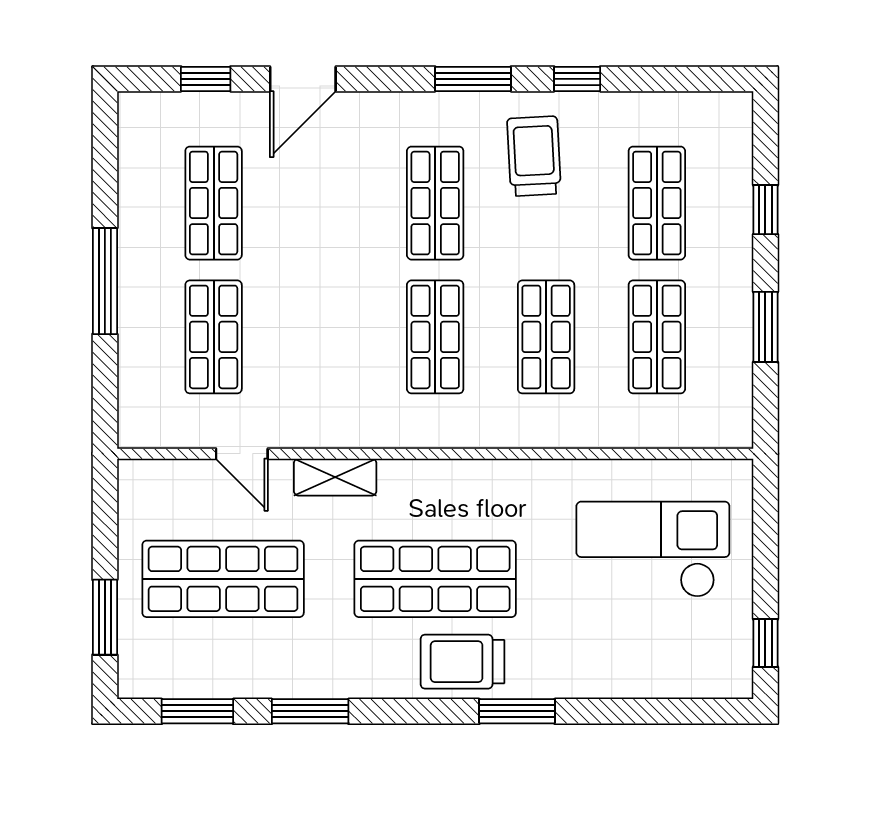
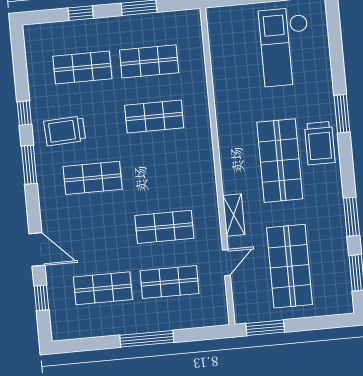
shop shelf: (435, 337) -> (164, 227), moved
checkout: (653, 549) -> (285, 47), moved
window: (105, 617) -> (265, 328), moved

